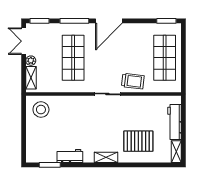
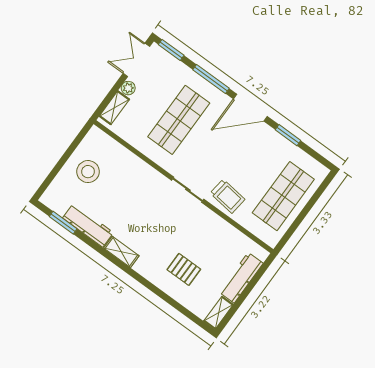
window: (166, 21) -> (288, 135), moved
stool: (41, 110) -> (88, 172), moved
pallet: (138, 141) -> (184, 269), width x0.67, depth x0.71
workbench: (70, 156) -> (88, 225), width x1.38
shelving: (106, 157) -> (121, 252), moved

